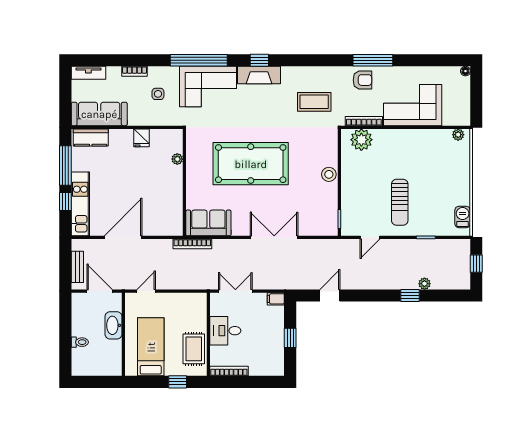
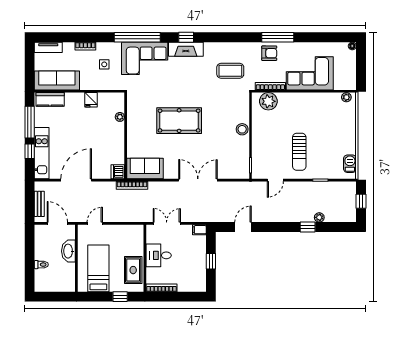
pool table: (251, 164) -> (179, 121), width x0.73, depth x0.76
dishwasher: (175, 227) -> (118, 172), added

